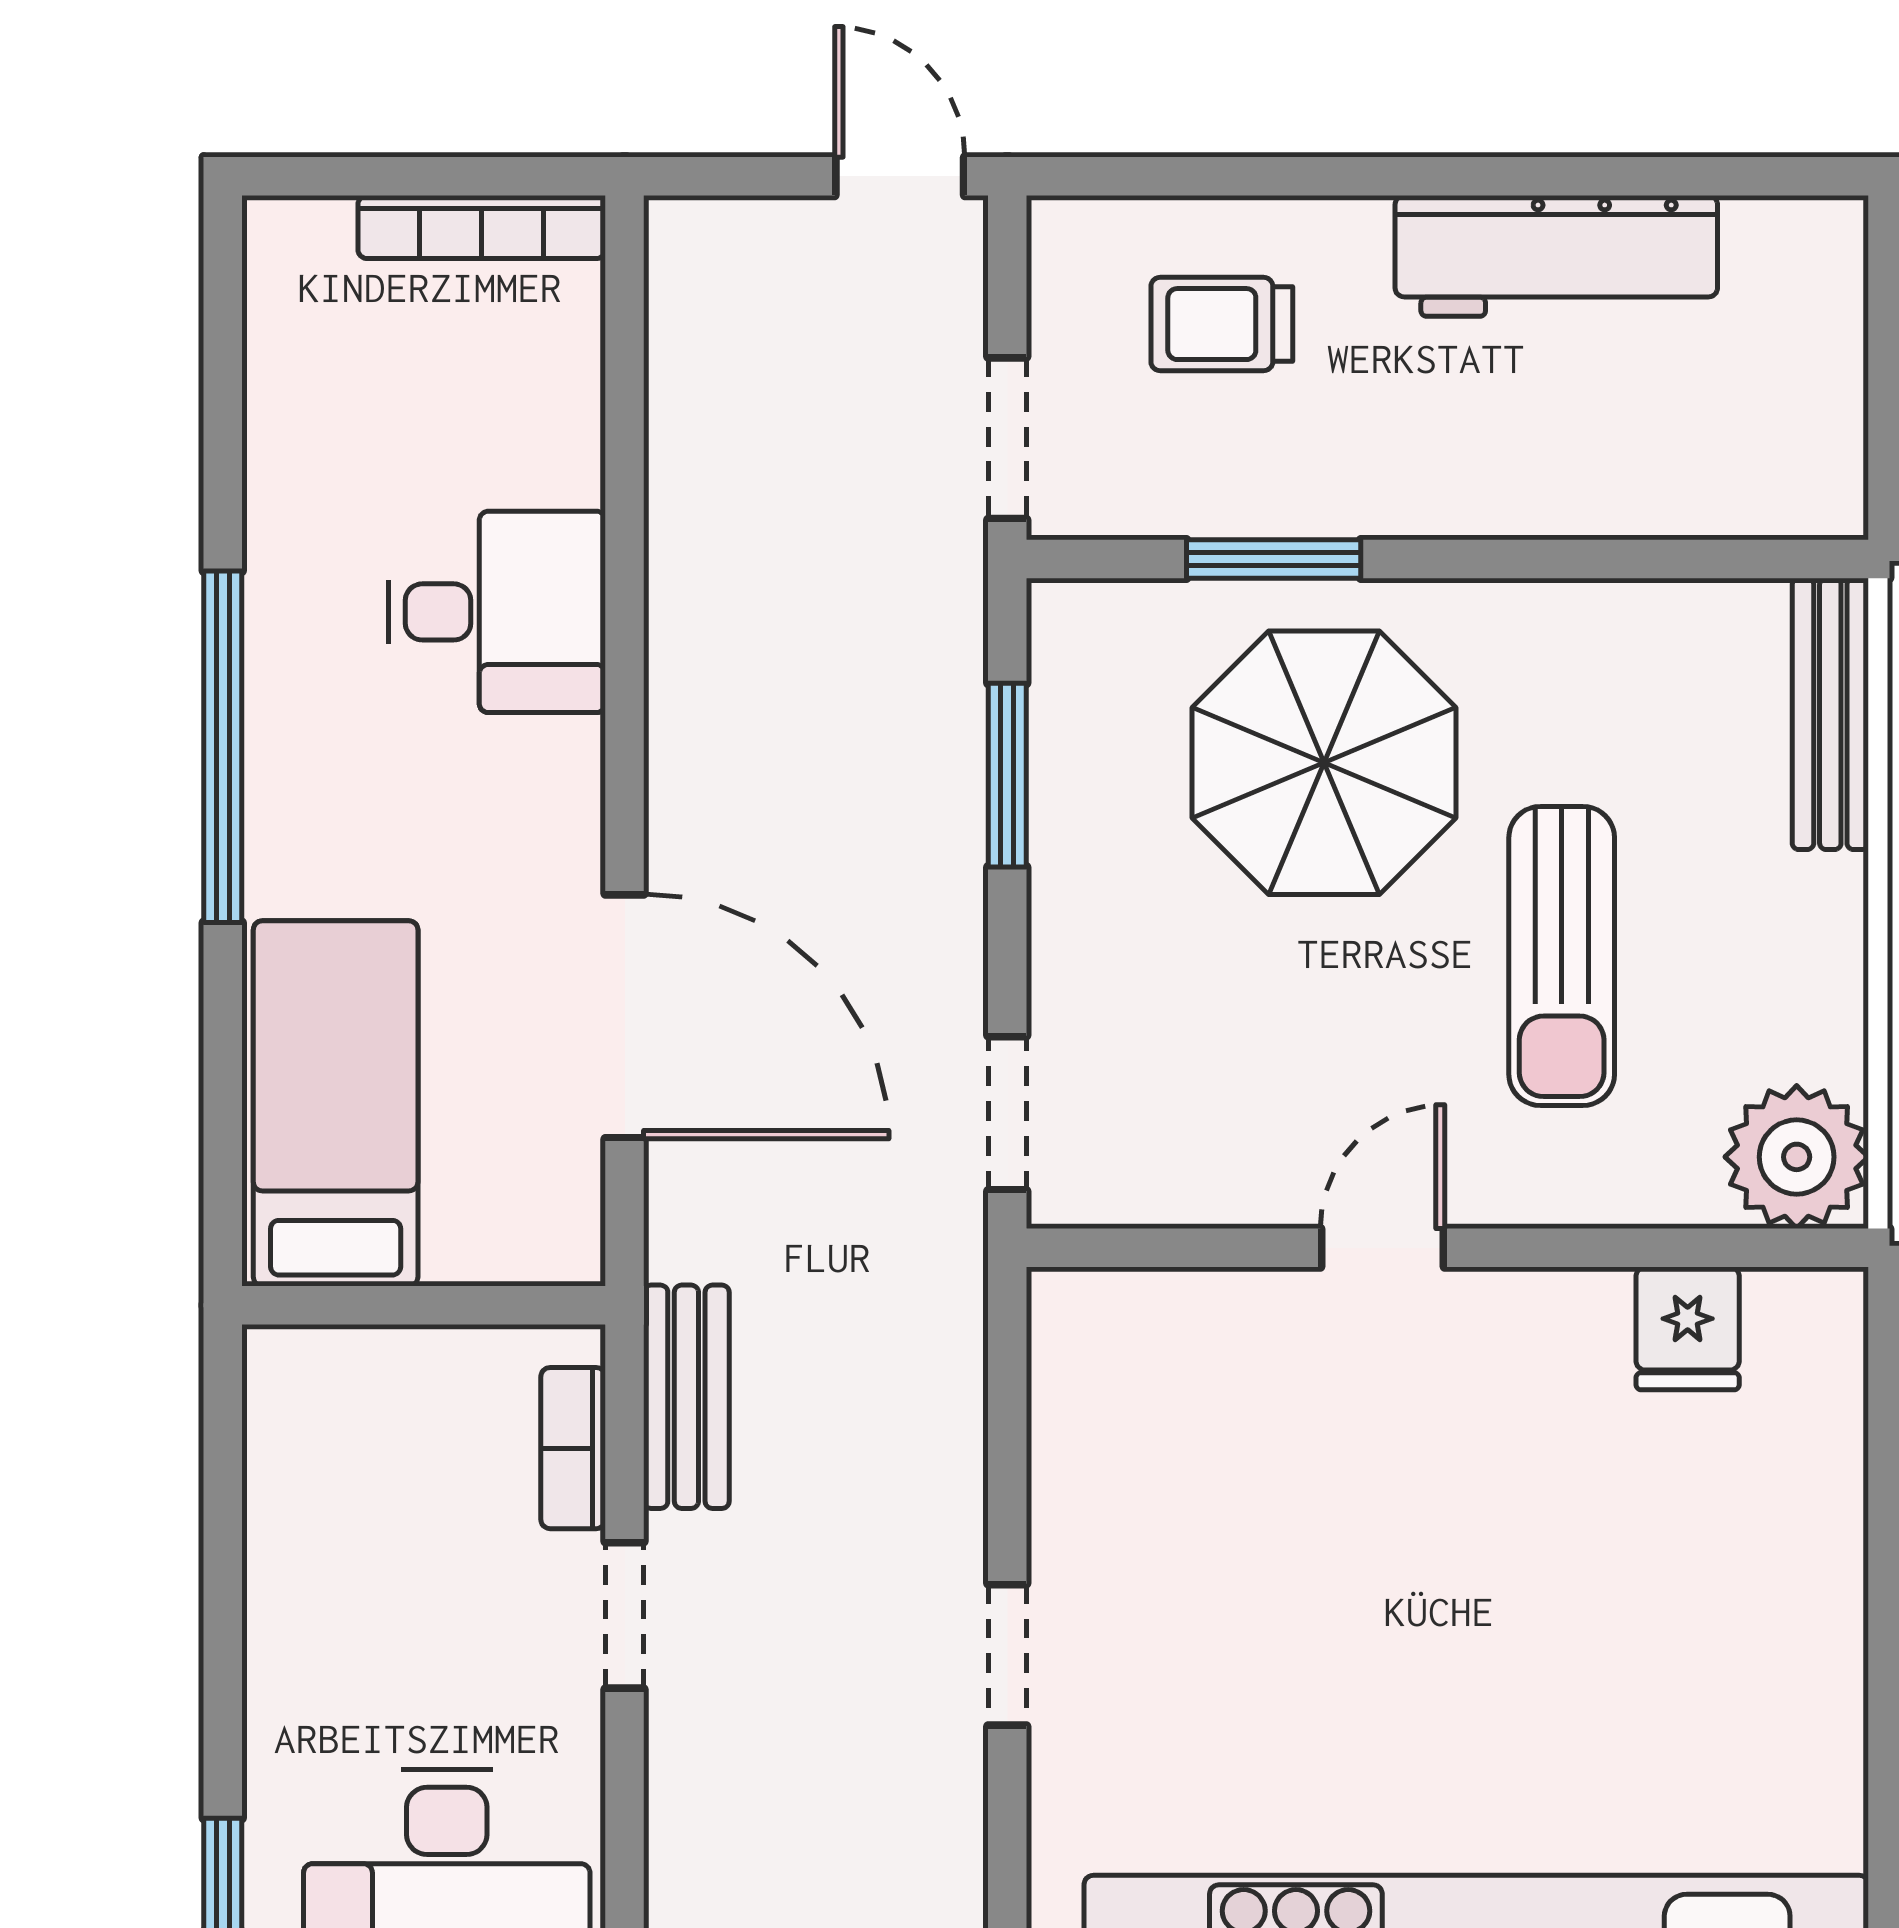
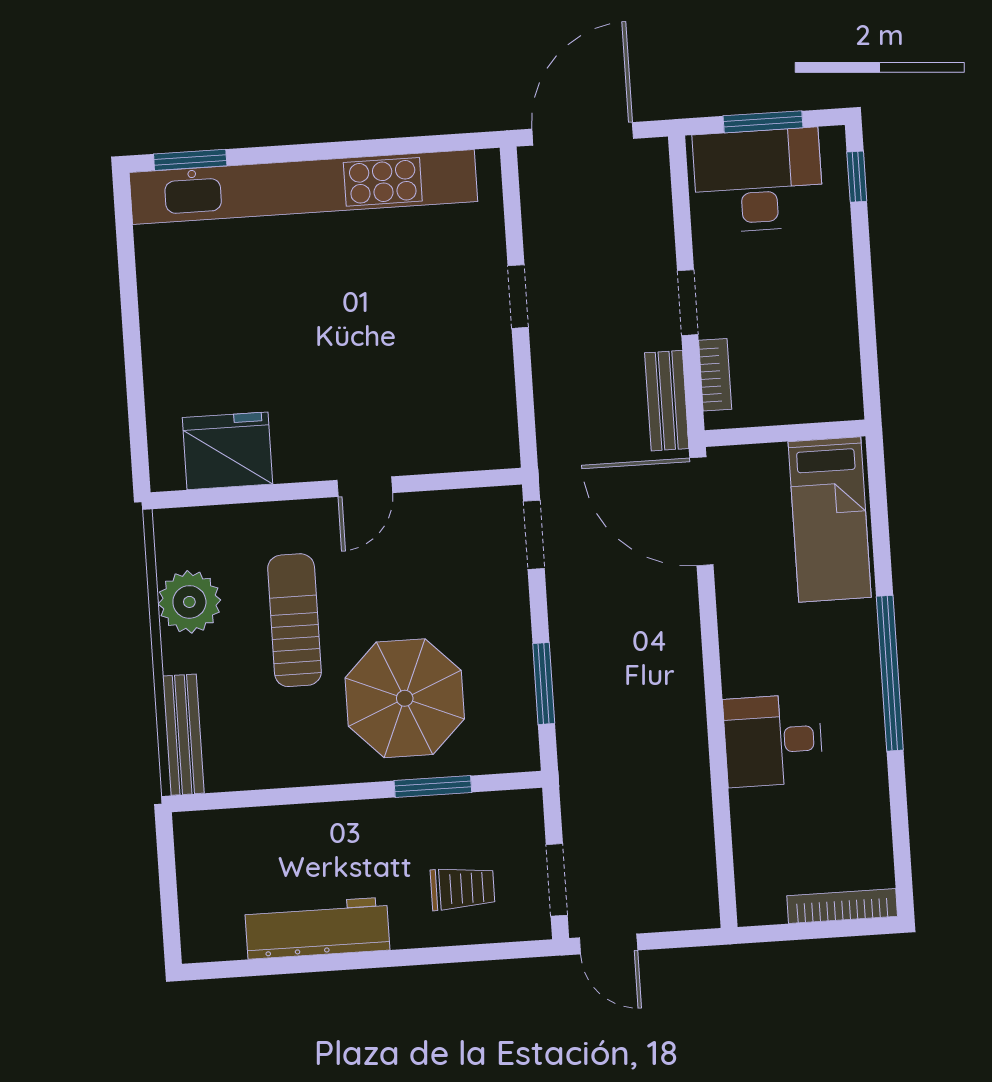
bookcase: (482, 227) -> (842, 906), moved
doorway: (1007, 438) -> (557, 880), moved
door: (625, 1016) -> (701, 511), moved
plant: (1797, 1157) -> (189, 602), moved
fridge: (1688, 1328) -> (228, 451), width x1.88, depth x1.34

